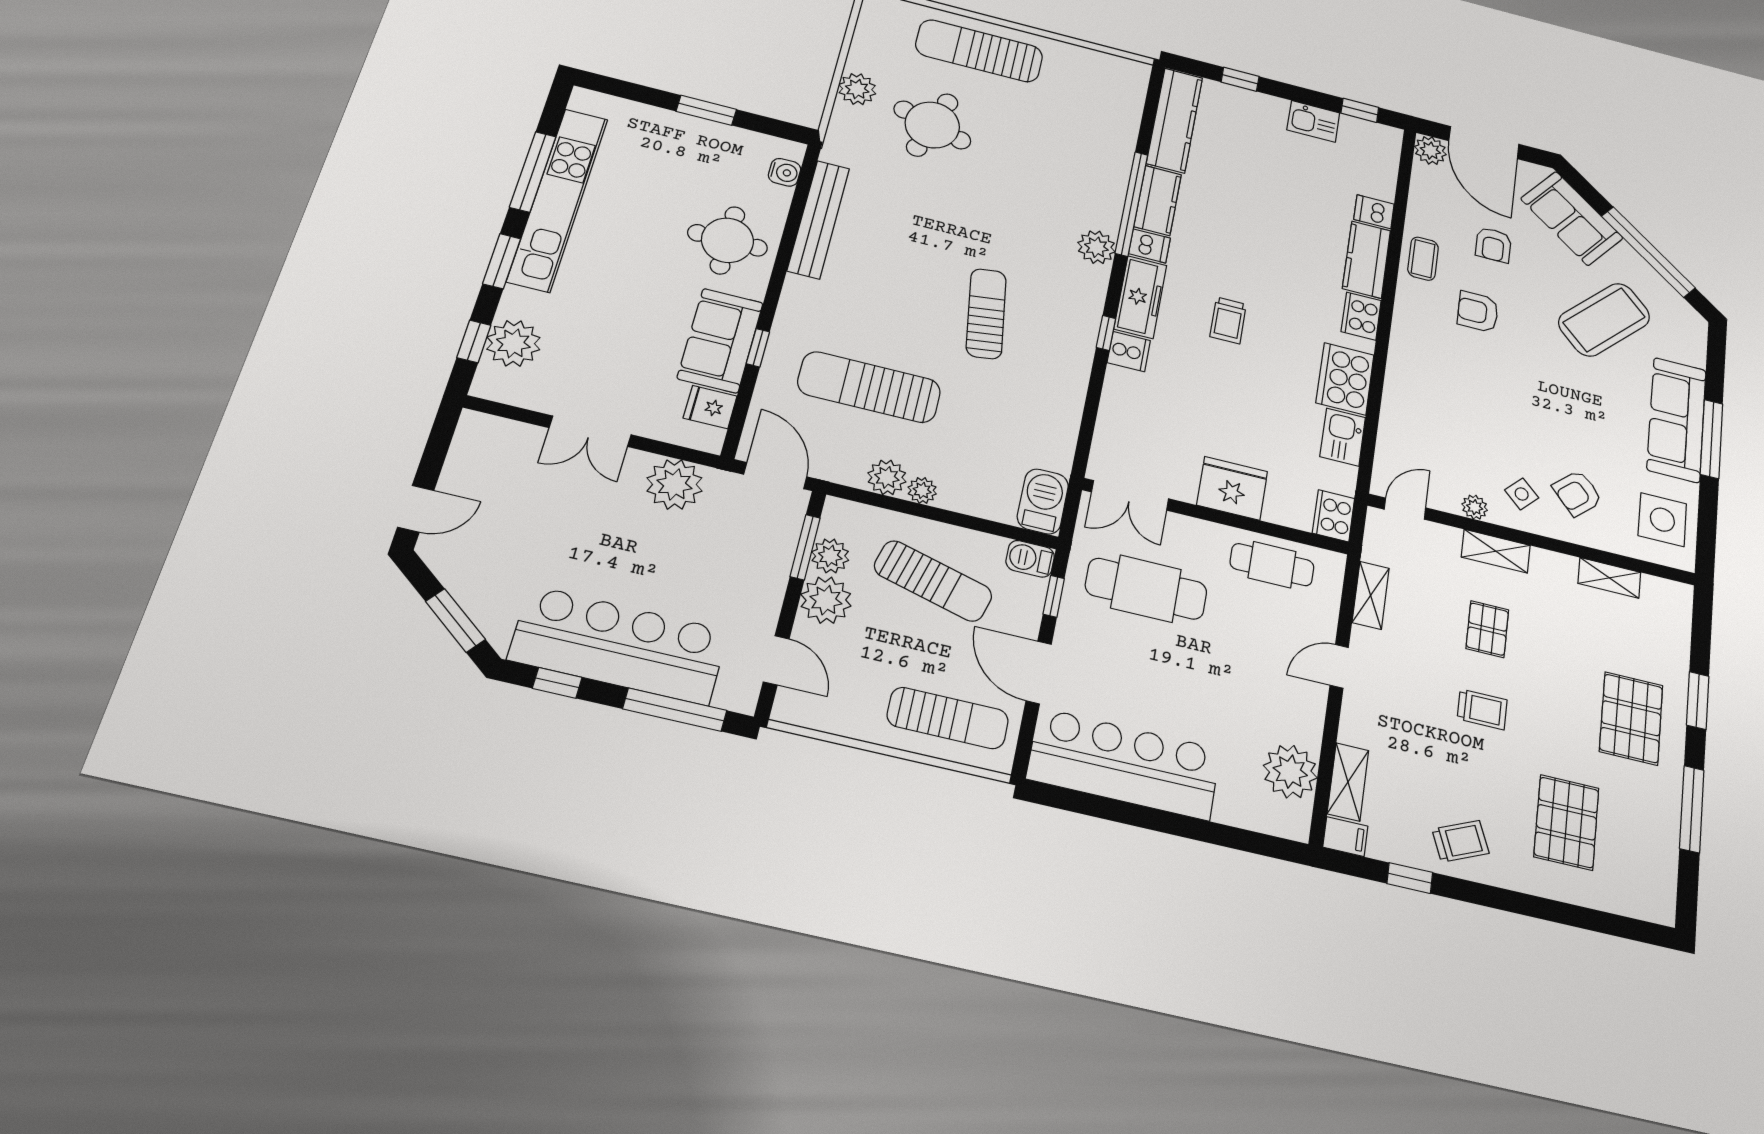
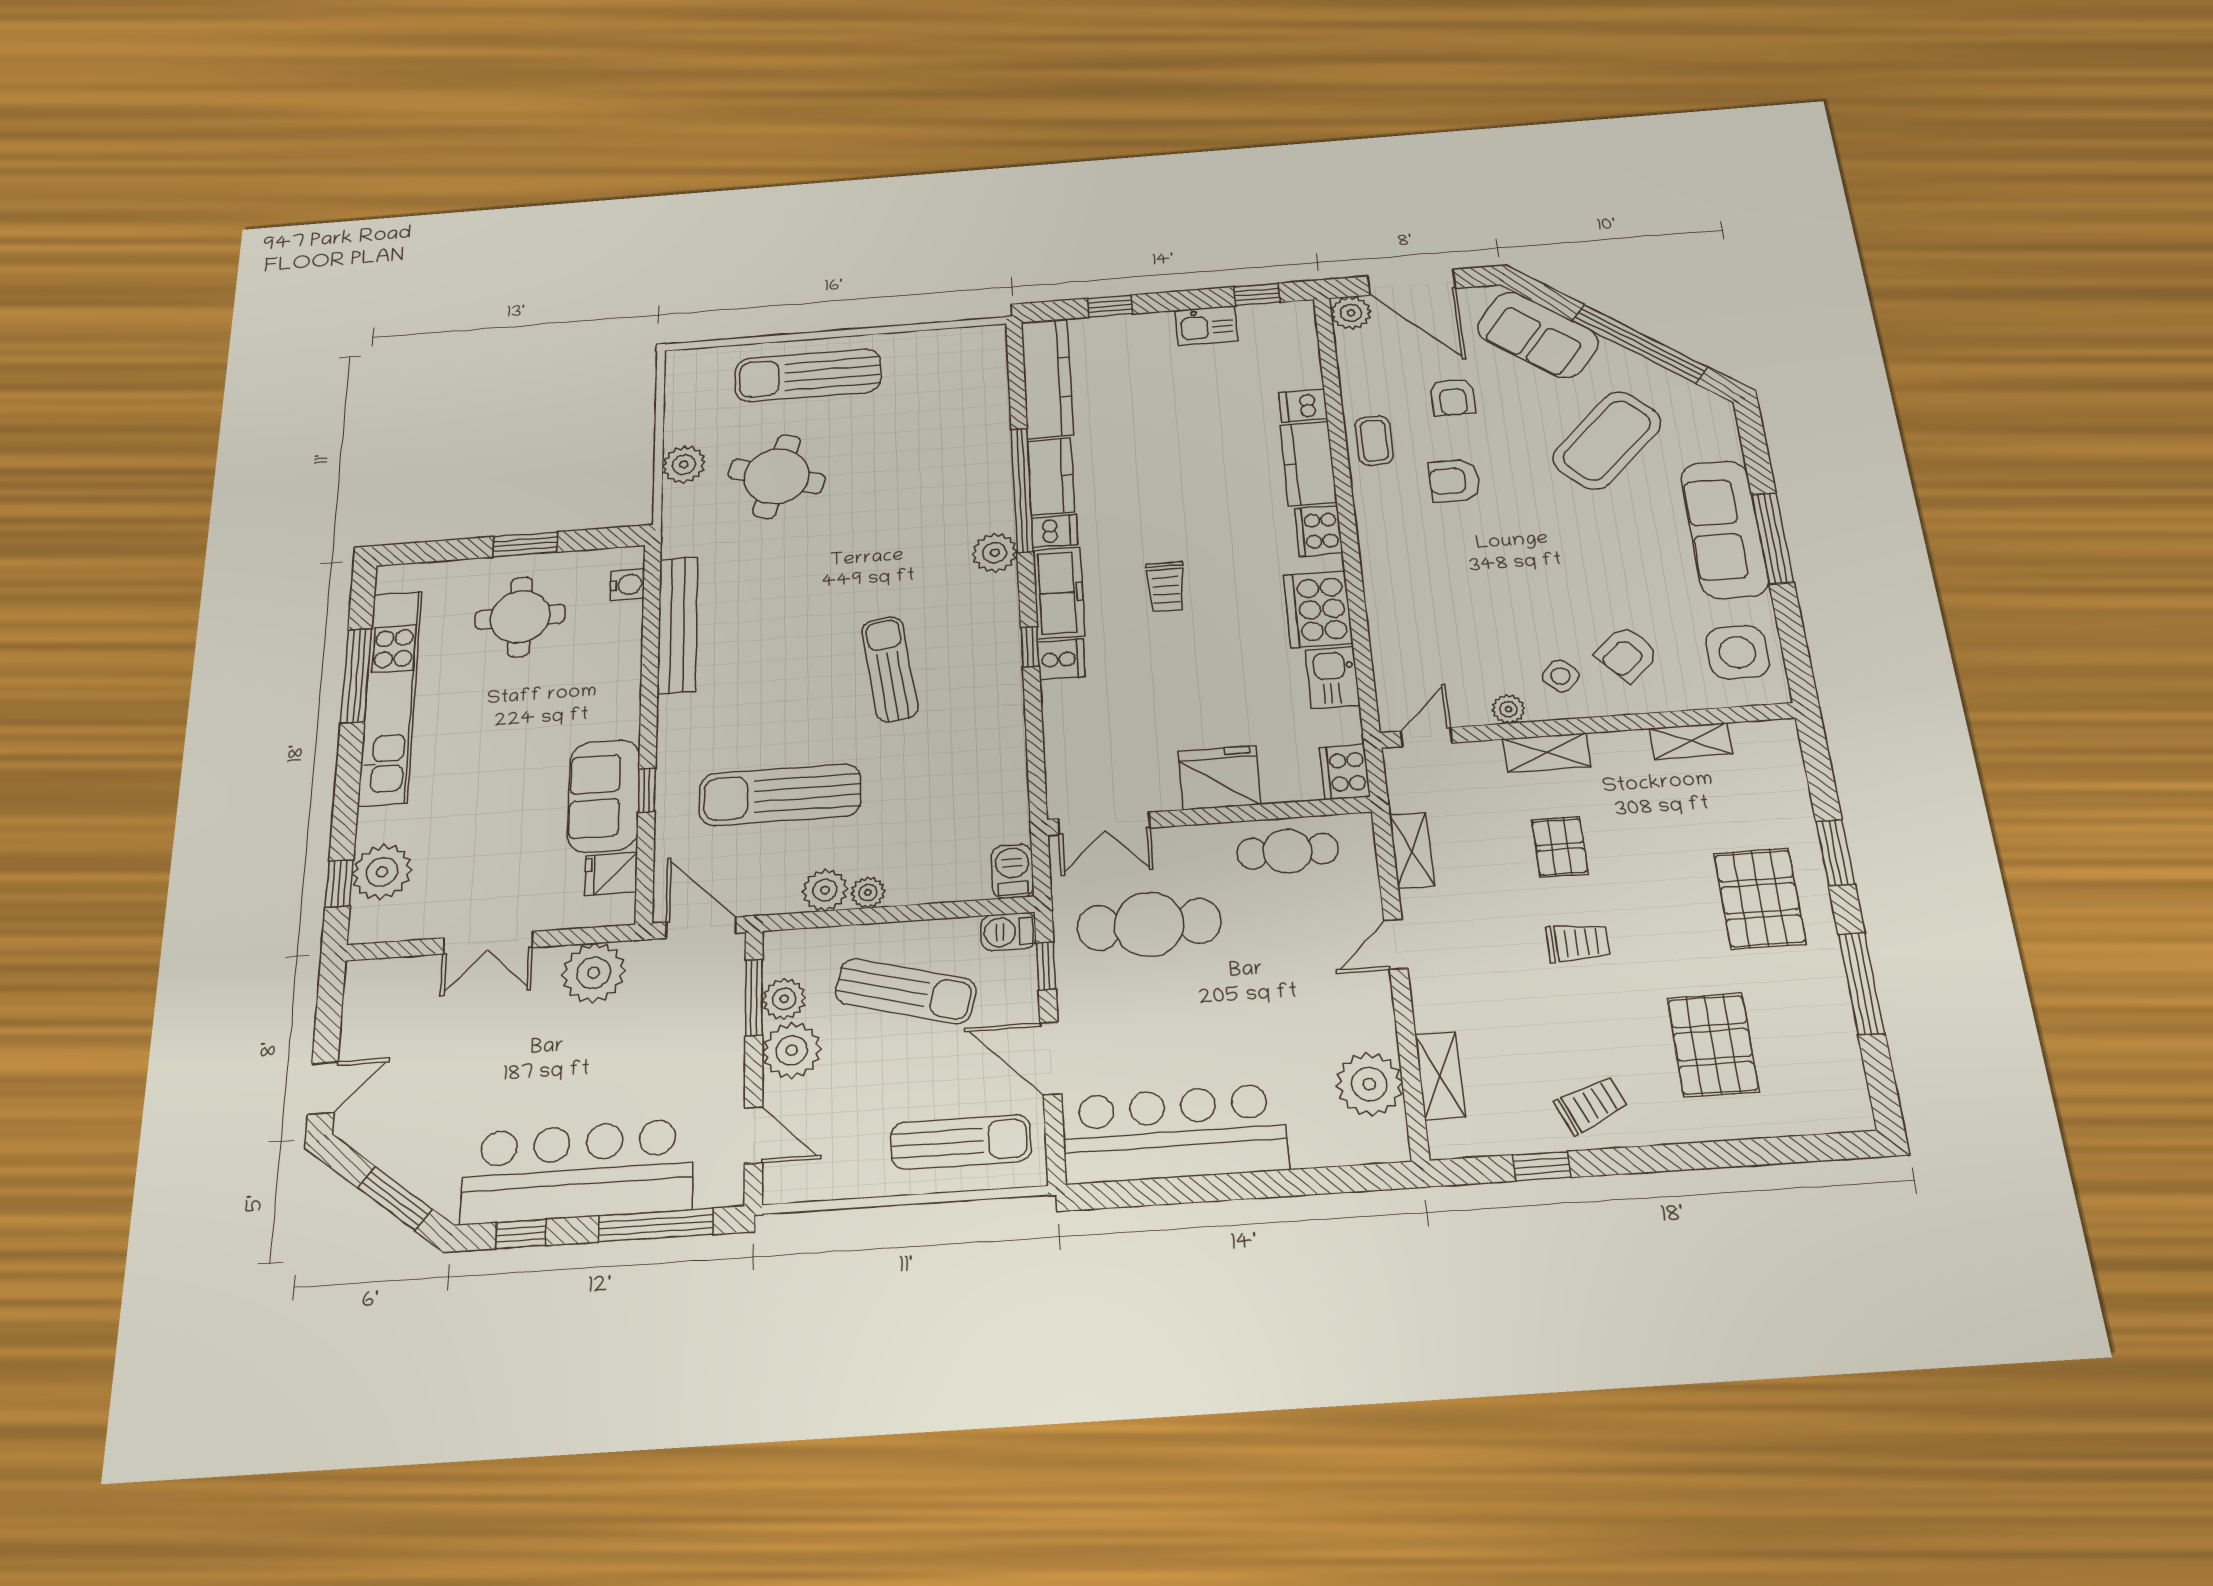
round table: (727, 240) -> (520, 617), moved
window: (502, 261) -> (347, 785), removed
barbecue: (1043, 501) -> (1012, 871), width x0.73, depth x0.79
filing cabinet: (1345, 837) -> (1453, 1140), removed

